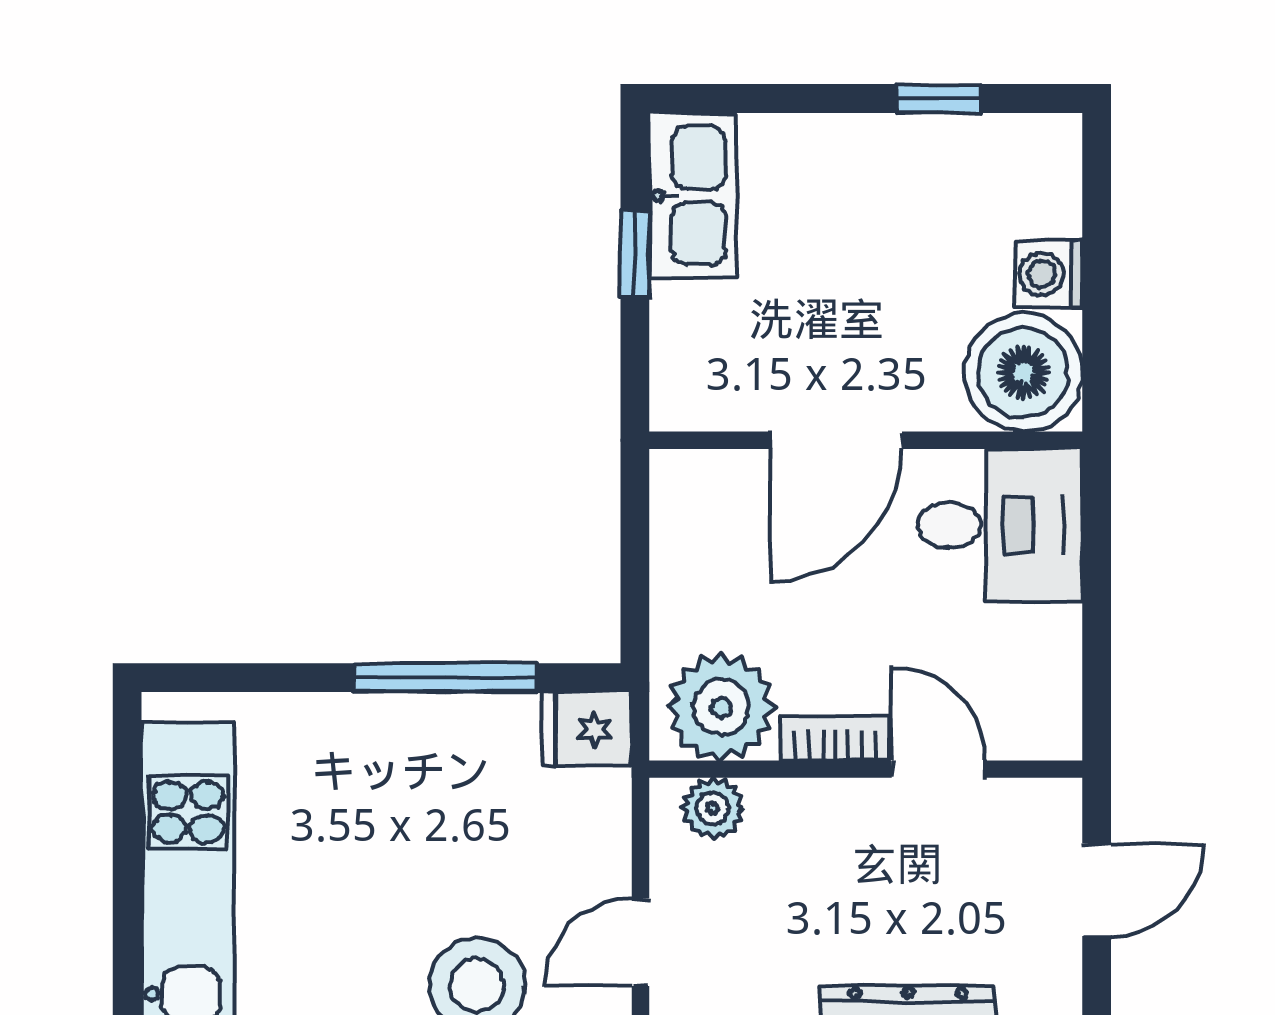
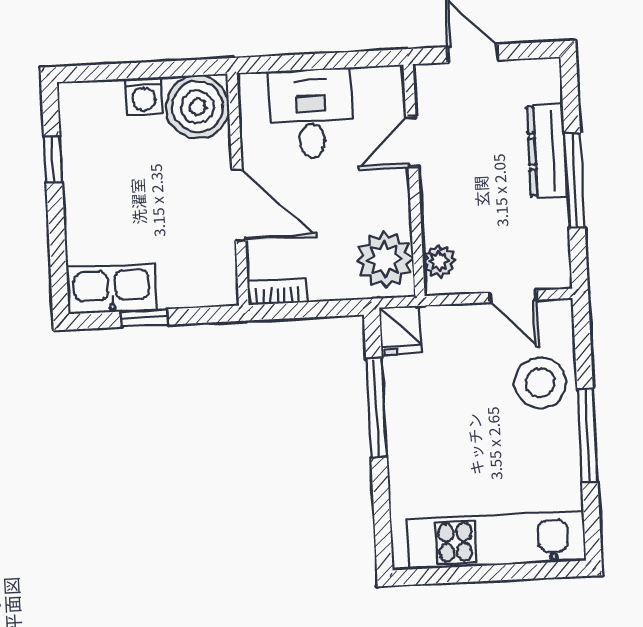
desk: (1000, 525) -> (311, 114), moved
bookcase: (835, 738) -> (277, 292), moved, turned 90

